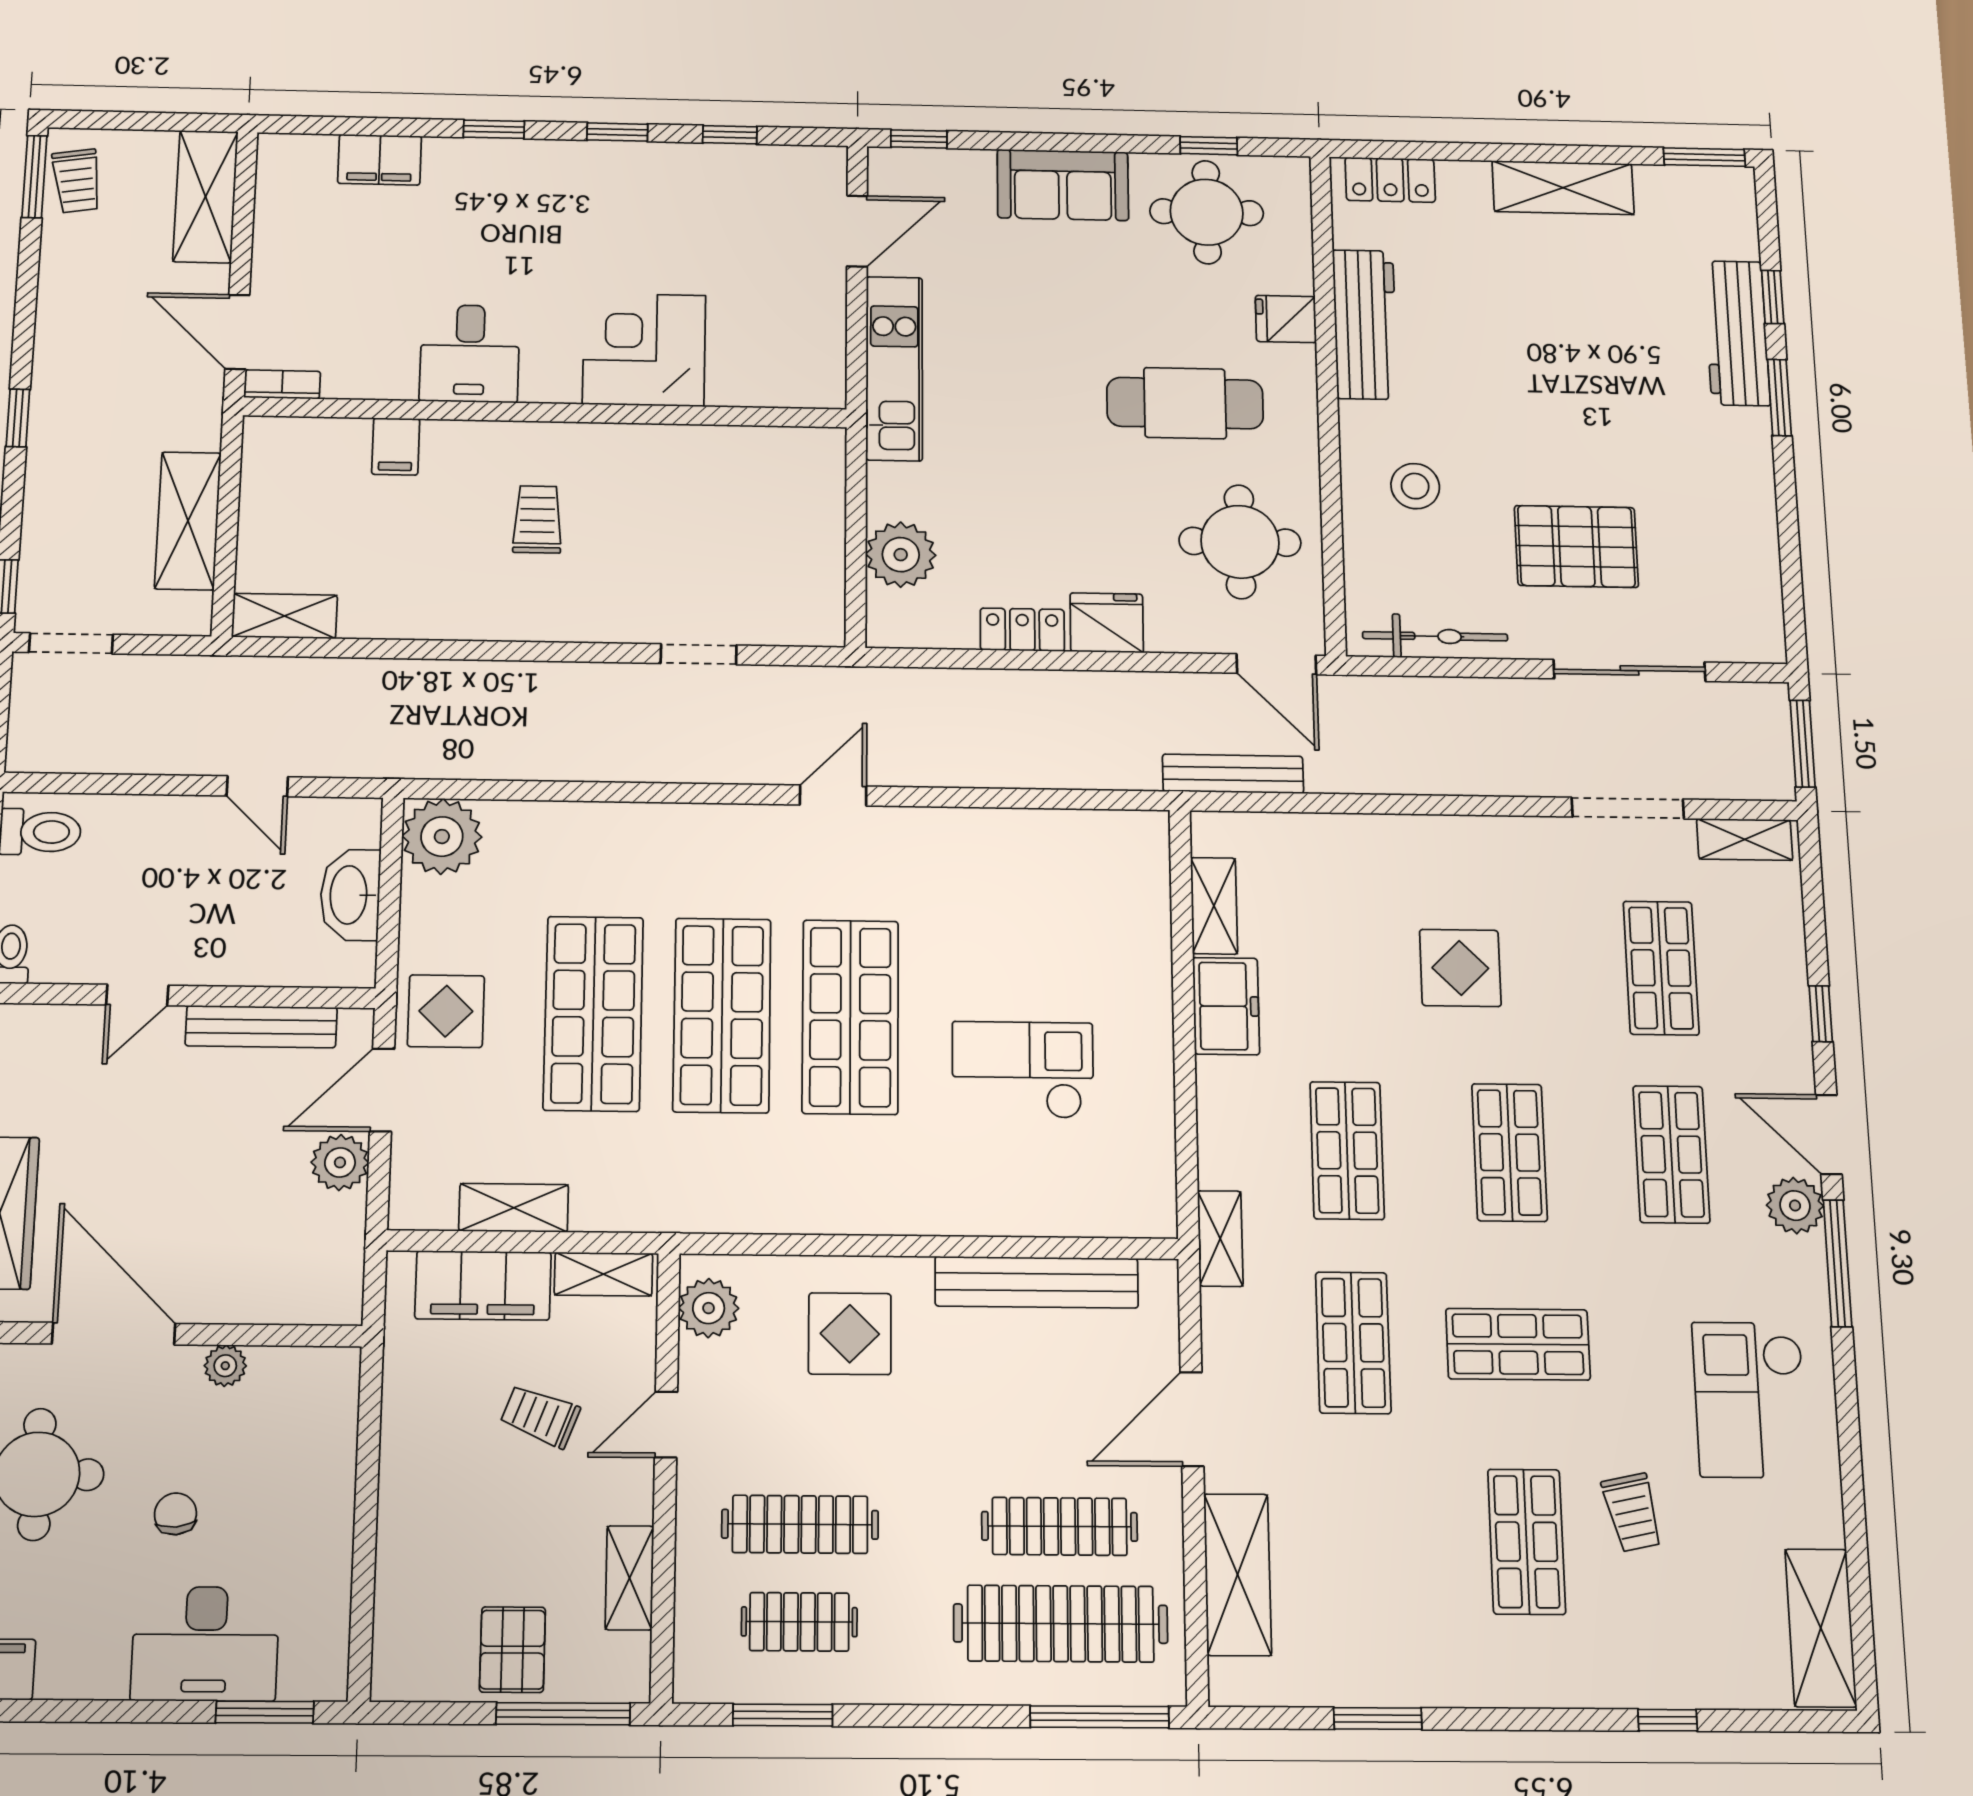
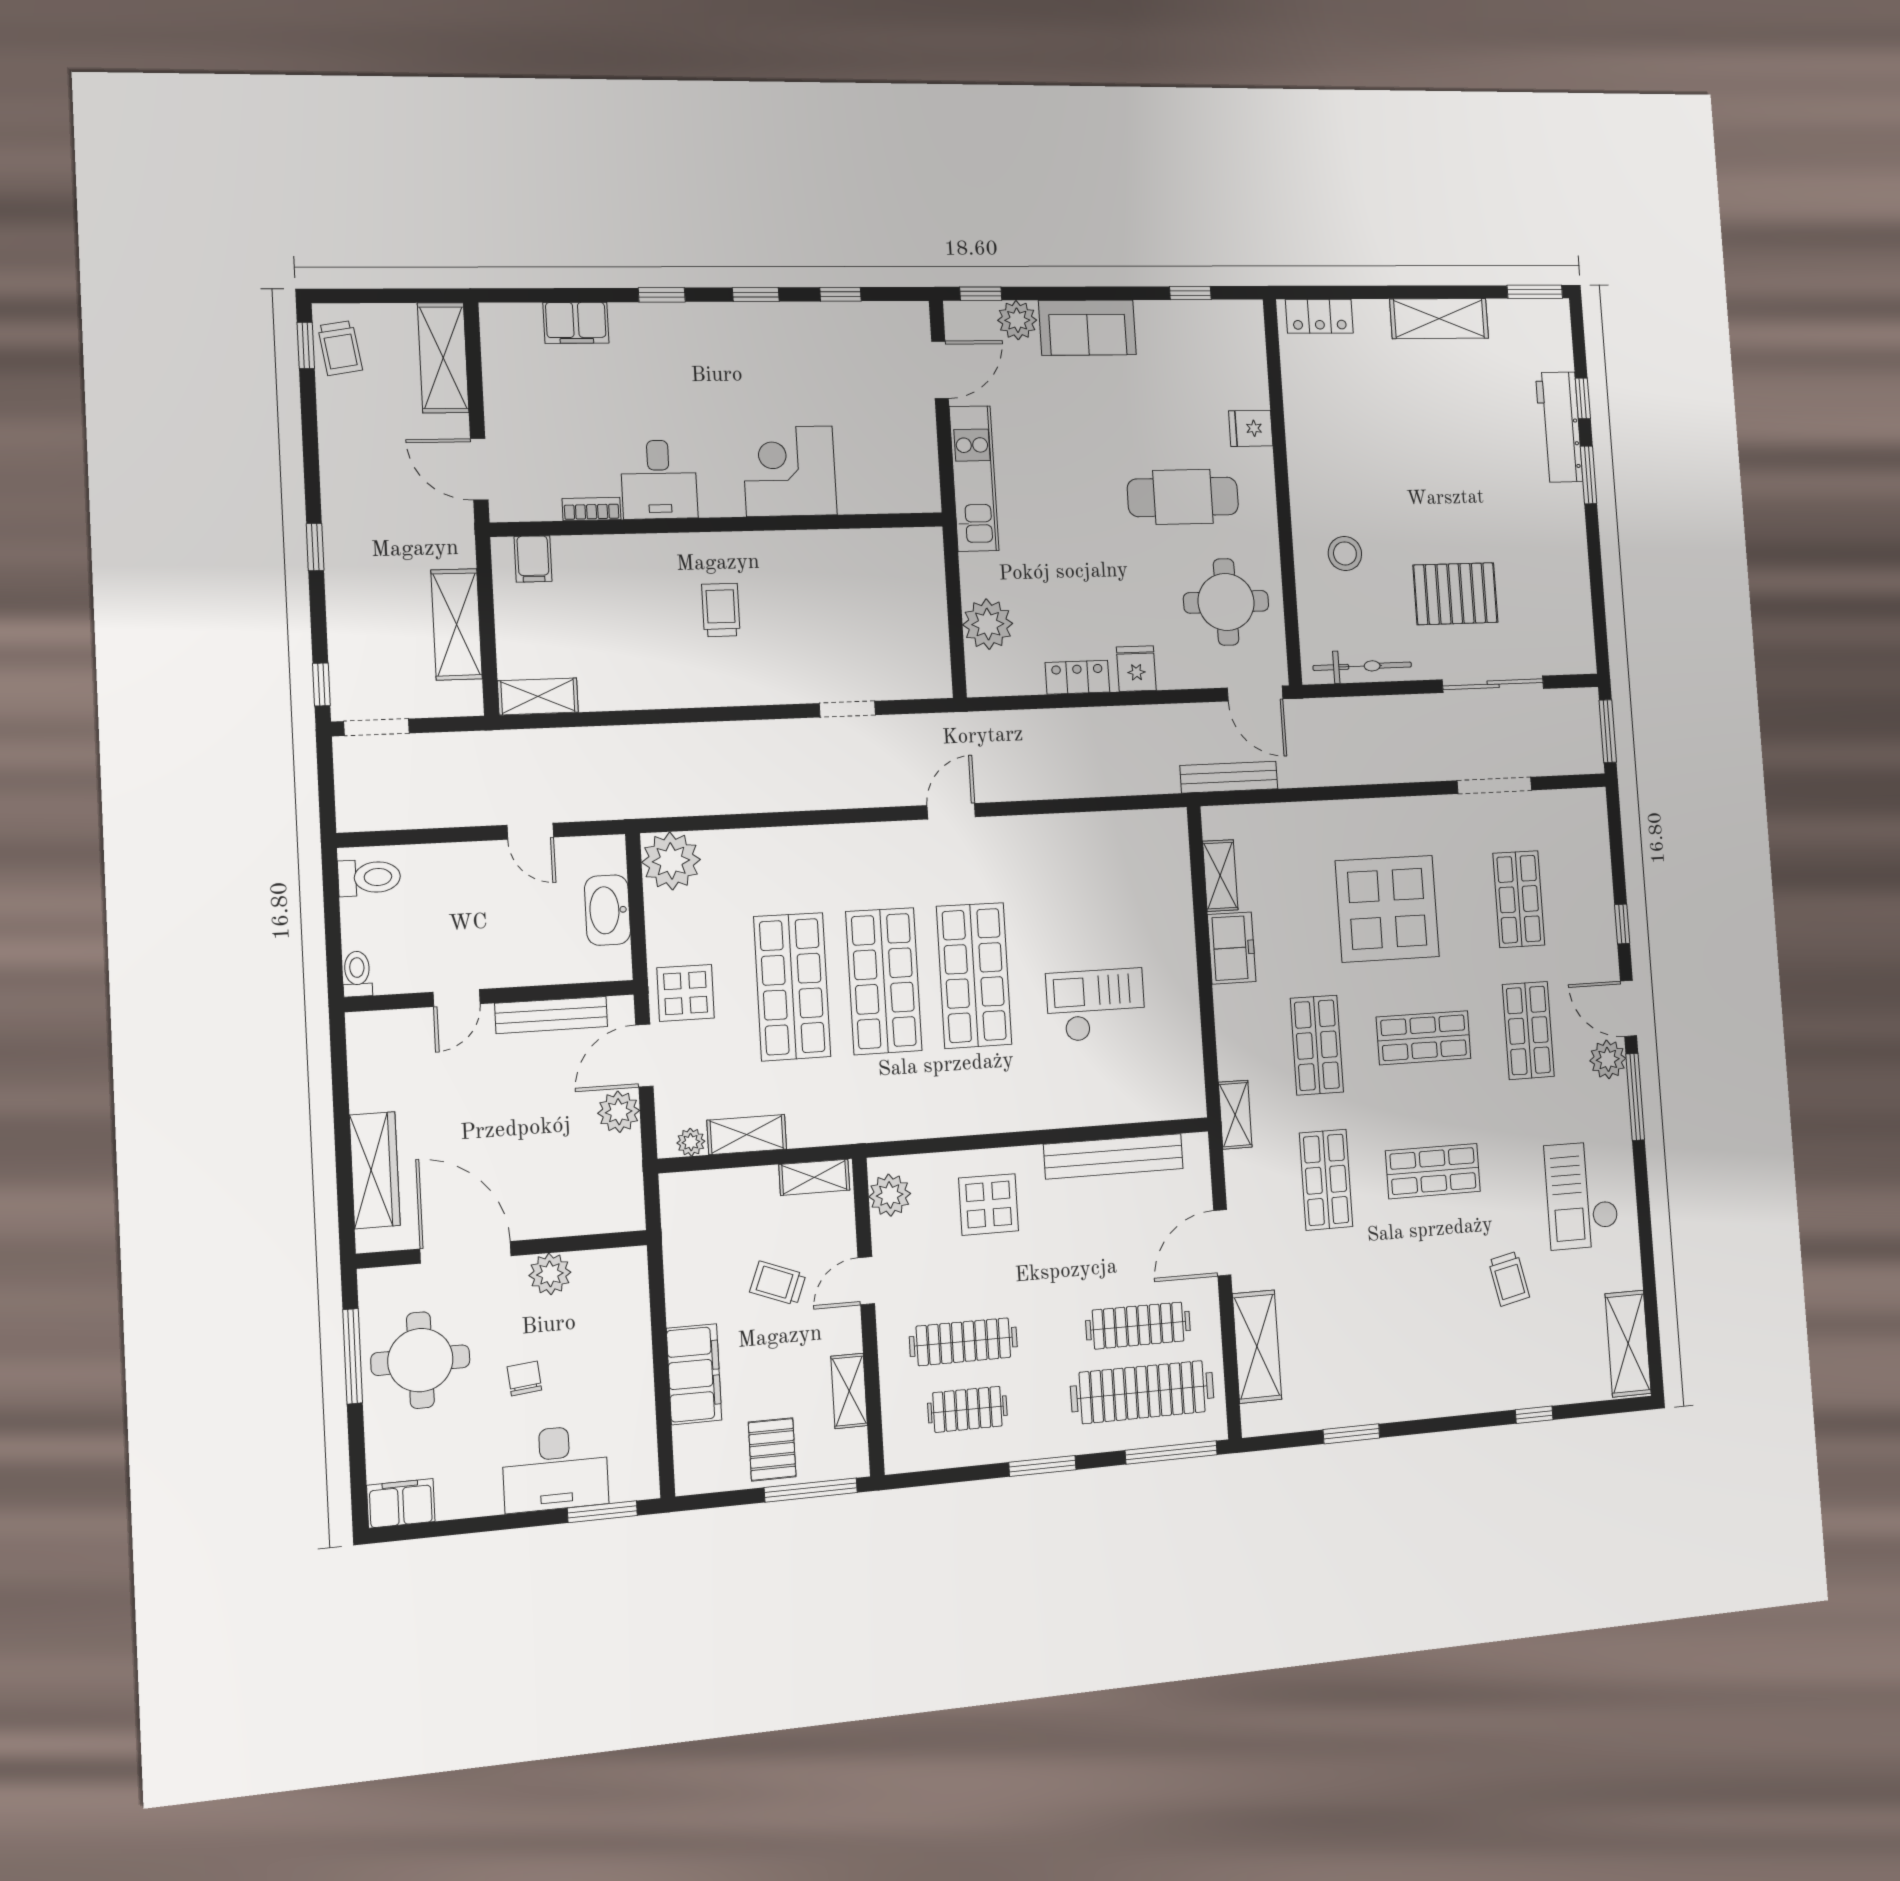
plant: (967, 173) -> (1017, 320), added
window: (34, 177) -> (306, 345), width x0.67
round table: (1207, 212) -> (1191, 346), removed
workbench: (1365, 324) -> (1306, 430), removed
bookcase: (282, 384) -> (591, 509), moved
filing cabinet: (396, 446) -> (533, 559), moved
fridge: (1107, 623) -> (1136, 669), width x0.72
shelving: (1745, 839) -> (1571, 803), removed
display table: (1460, 968) -> (1387, 909), width x1.86, depth x1.86
shop shelf: (1510, 1152) -> (1424, 1038), turned 90
plant: (435, 1212) -> (691, 1142), added
filing cabinet: (483, 1285) -> (694, 1374), moved, turned -90
plant: (225, 1366) -> (550, 1274), width x1.38, depth x1.38
shop shelf: (1527, 1542) -> (1442, 1305), removed
window: (783, 1715) -> (1042, 1466), moved

